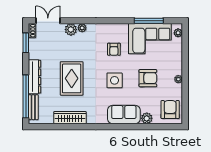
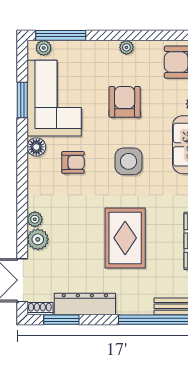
window: (149, 21) -> (22, 100), width x0.69
floor lamp: (123, 29) -> (36, 147), added
window: (185, 42) -> (61, 35), added
dresser: (35, 77) -> (85, 304), moved
rug: (72, 78) -> (125, 238), turned 90

